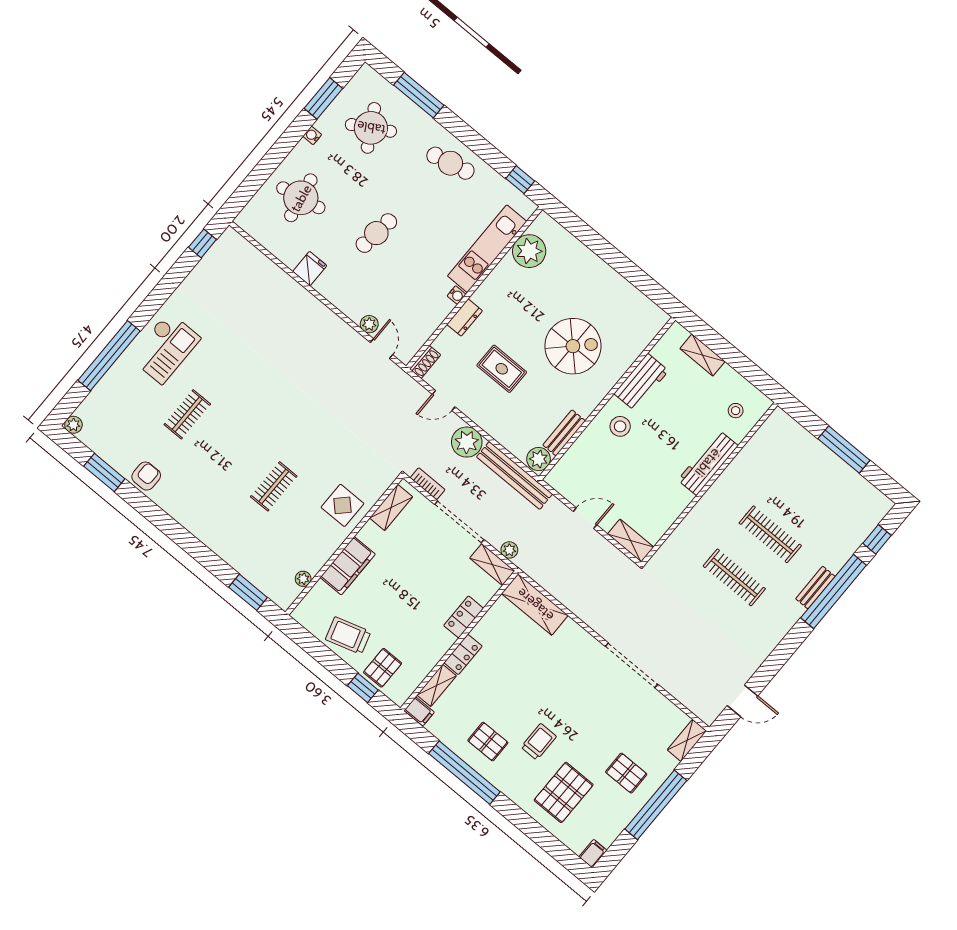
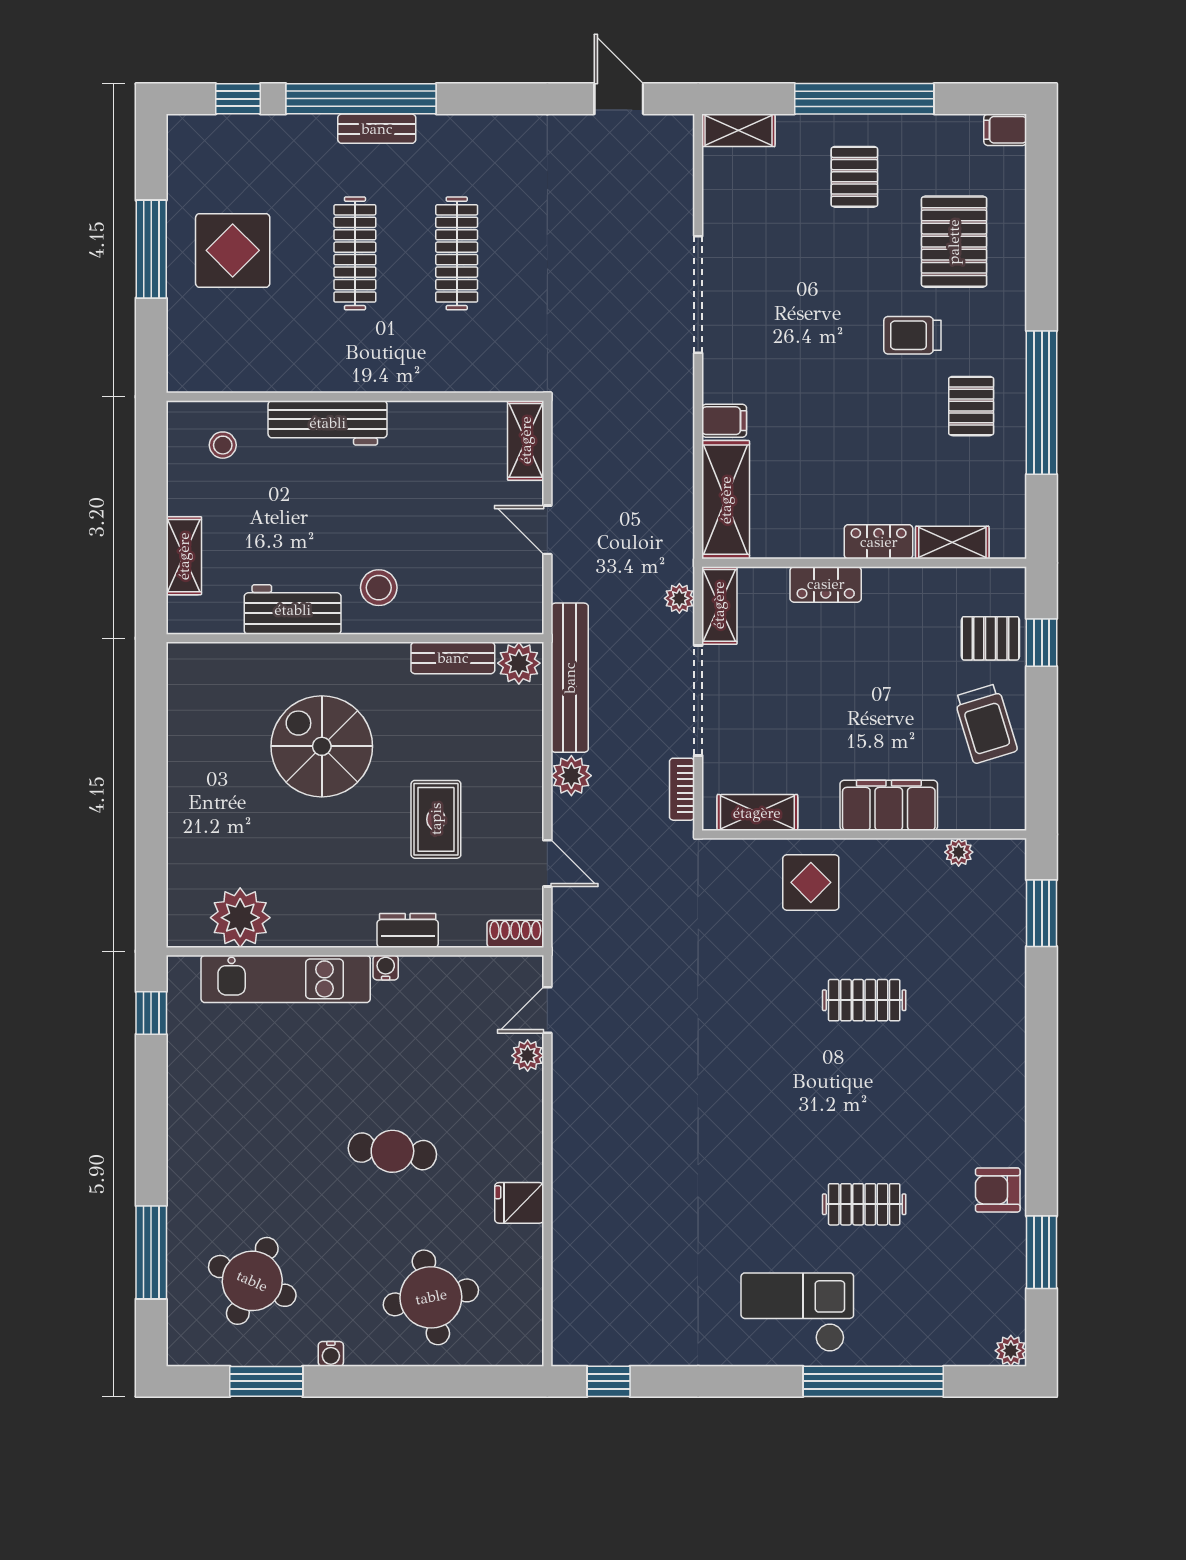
round table: (371, 128) -> (252, 1281), turned -36
cafe table: (450, 163) -> (209, 1129), removed
plant: (467, 442) -> (571, 776), width x0.73, depth x0.73
display table: (815, 484) -> (233, 250), added
filing cabinet: (419, 711) -> (724, 421), moved, turned 90
pallet: (564, 792) -> (954, 242), turned 90

